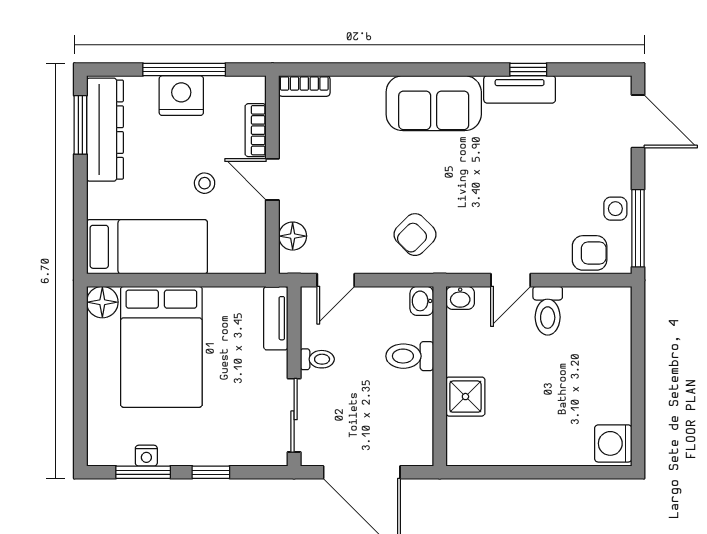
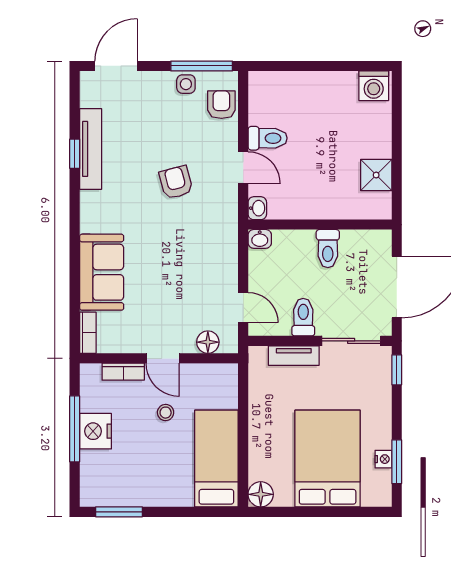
tv unit: (520, 89) -> (91, 149), width x1.41
sofa: (434, 103) -> (102, 272), moved
dresser: (105, 130) -> (123, 492), removed
door: (272, 179) -> (163, 358), hinge flipped
armchair: (415, 235) -> (176, 182), moved, turned -150
tv unit: (276, 318) -> (294, 356), moved
bed: (161, 347) -> (328, 459), moved, turned -90
toilet: (410, 356) -> (328, 249), moved
toilet: (317, 359) -> (303, 317), width x1.37, depth x1.39
shower: (465, 397) -> (376, 175), moved
window: (211, 472) -> (397, 370), moved

